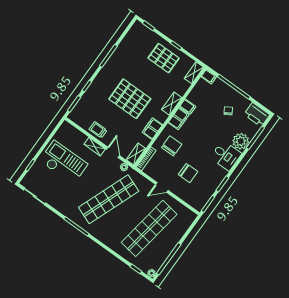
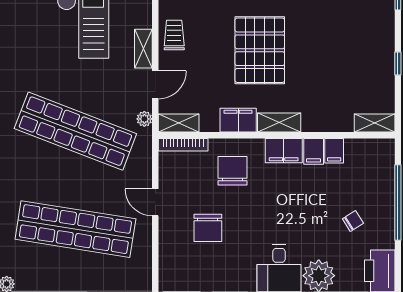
pallet: (164, 58) -> (363, 58), removed
filing cabinet: (209, 77) -> (334, 151), moved
shelving: (172, 104) -> (279, 123), moved
chair: (172, 146) -> (233, 171), turned -90

